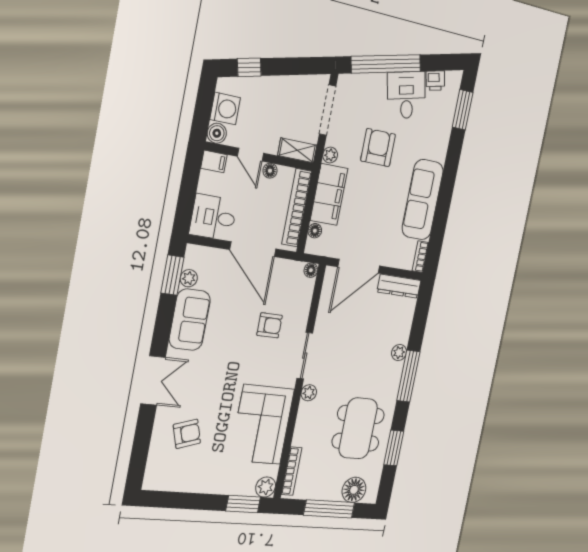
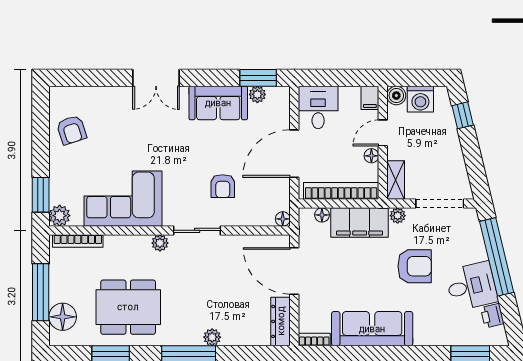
armchair: (187, 434) -> (72, 130), moved

